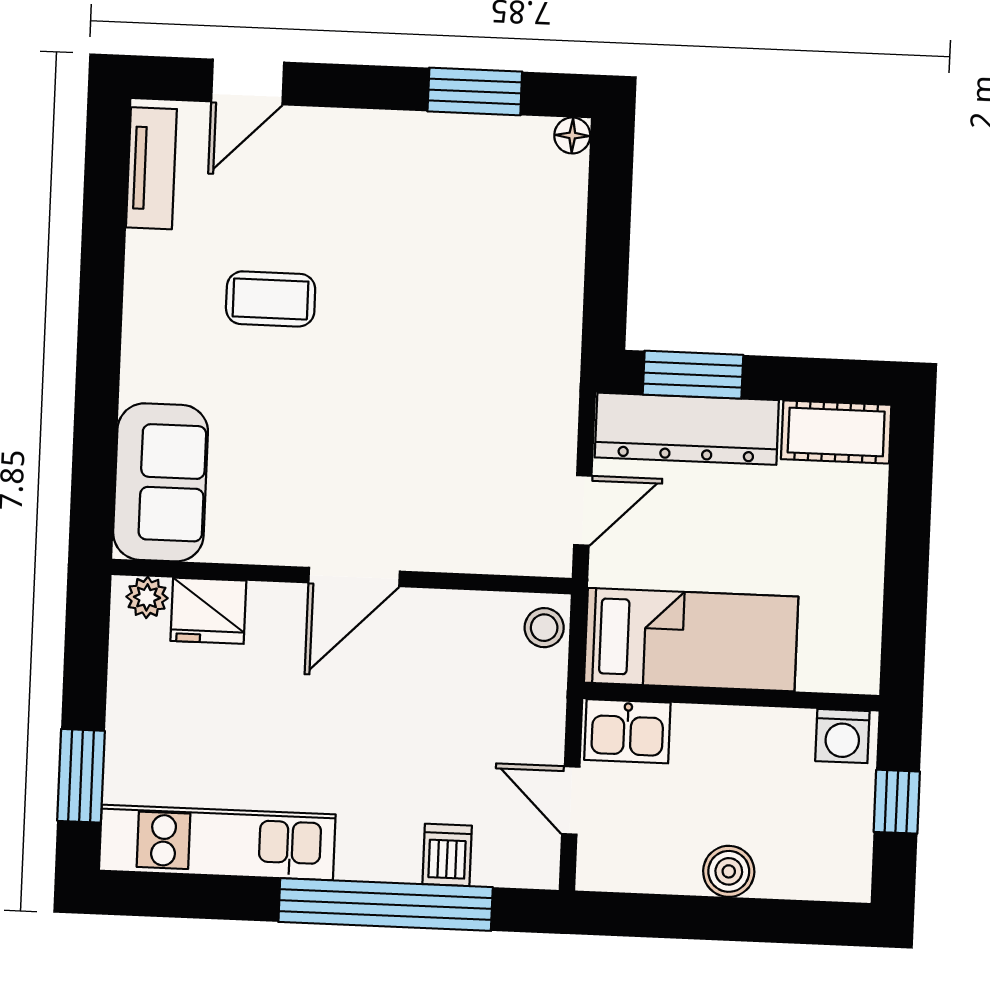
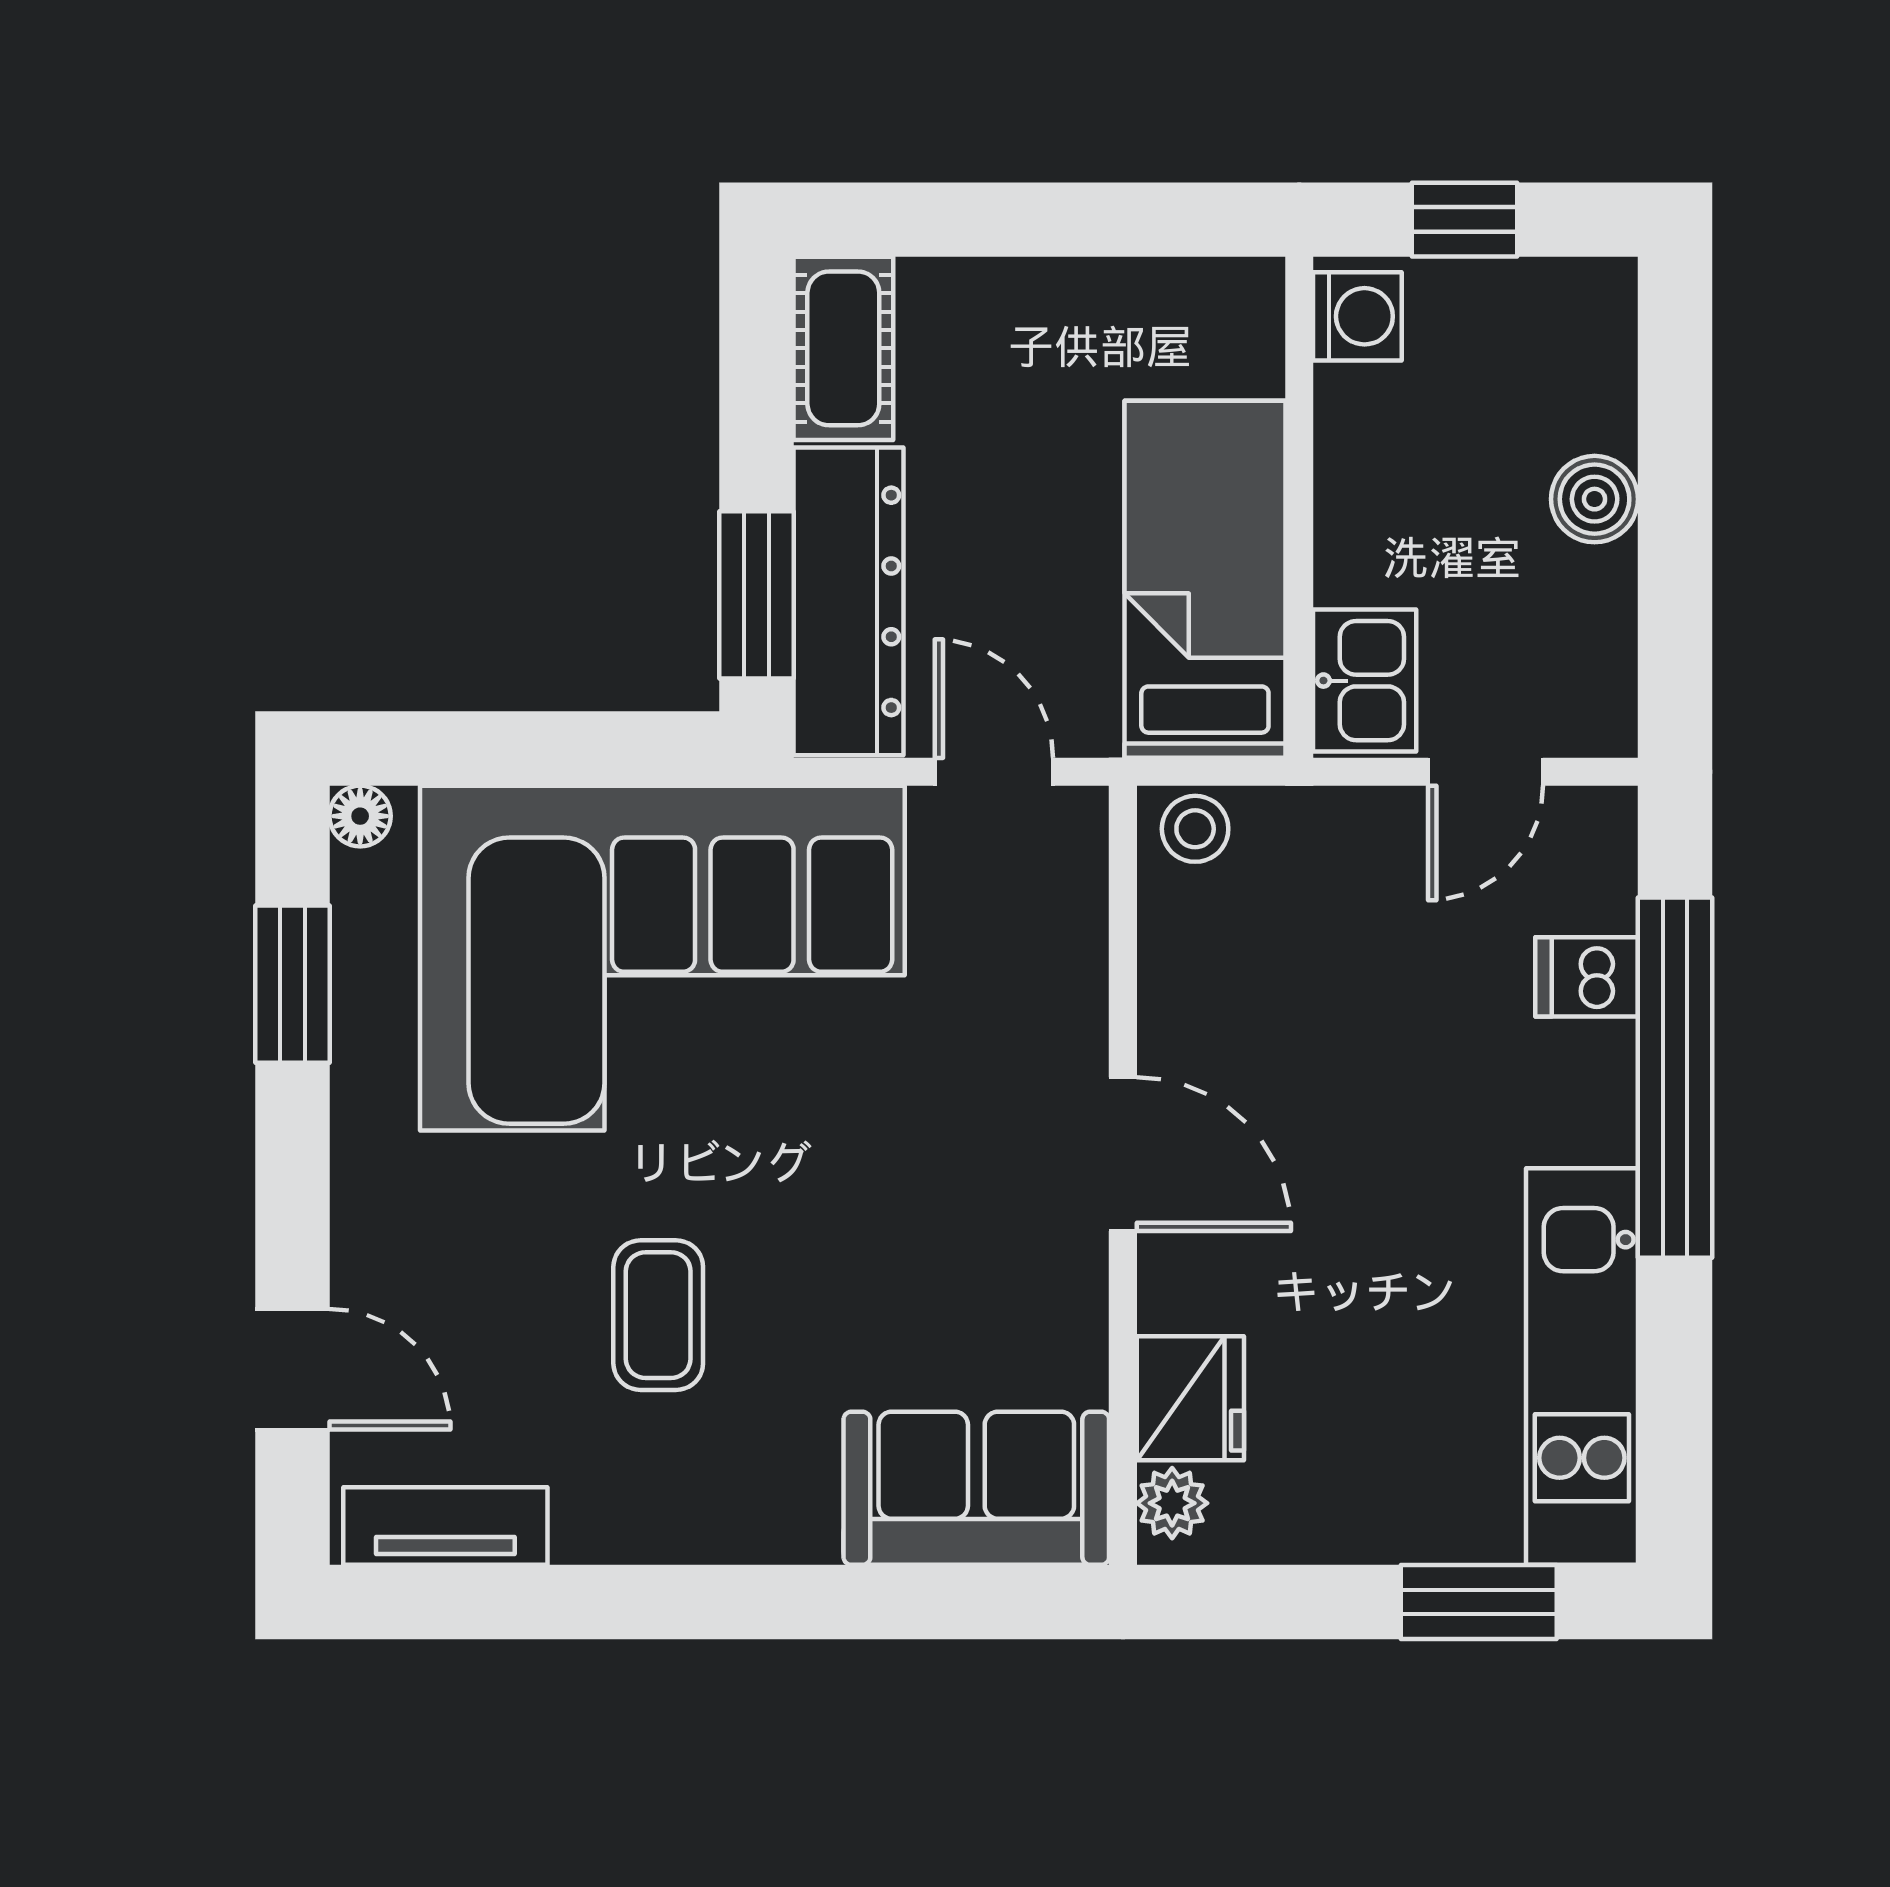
corner sofa: (481, 310) -> (662, 958), added

